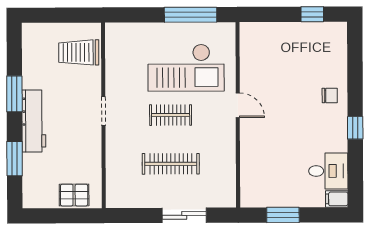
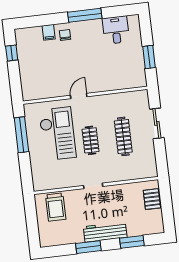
window: (355, 128) -> (85, 15), width x2.17
filing cabinet: (337, 199) -> (49, 32), moved

